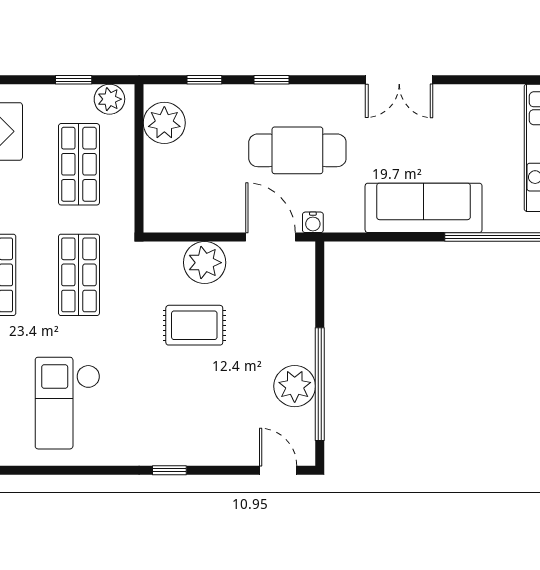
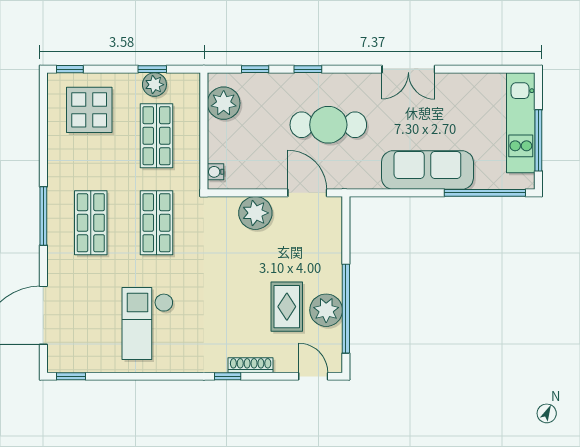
plant: (109, 99) -> (154, 85), moved
water cooler: (313, 222) -> (215, 172), moved, turned 90
rug: (194, 325) -> (287, 307), moved, turned 90
shoe rack: (199, 456) -> (251, 365), added

